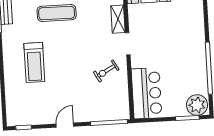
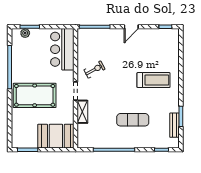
pool table: (177, 36) -> (35, 95), added
treadmill: (34, 62) -> (154, 80), turned 90
plant: (197, 105) -> (25, 33), width x0.53, depth x0.53

